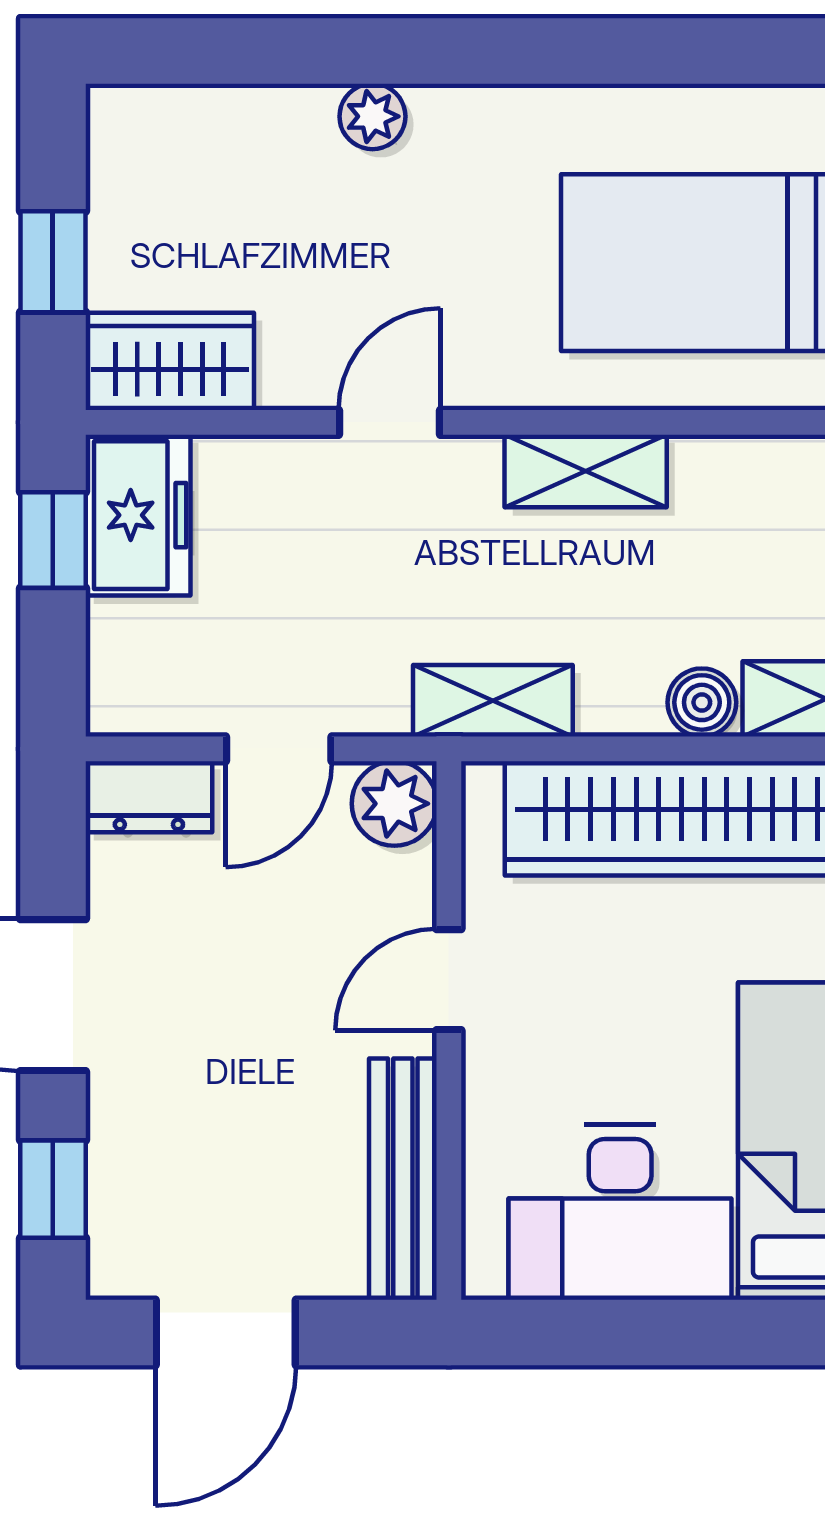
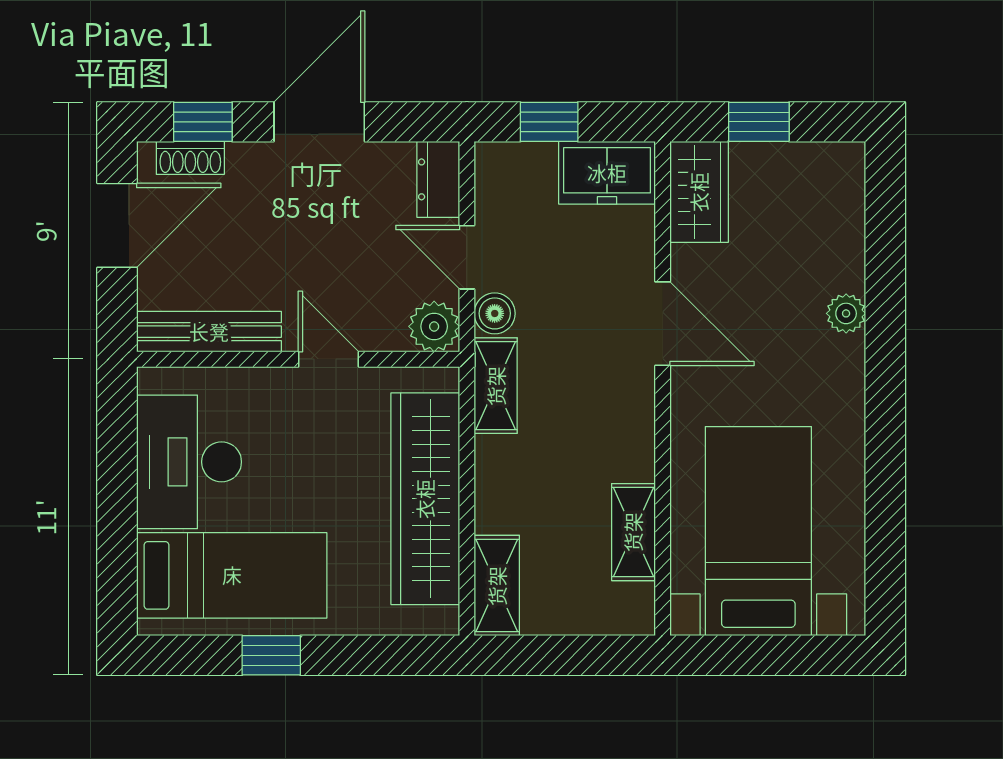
door: (390, 422) -> (663, 324), width x1.38
shelving: (586, 471) -> (633, 532), moved
window: (53, 540) -> (549, 122), moved
boiler: (702, 702) -> (495, 313), moved
shoe rack: (113, 1210) -> (190, 158), added
door: (226, 1333) -> (117, 225), swing flipped

